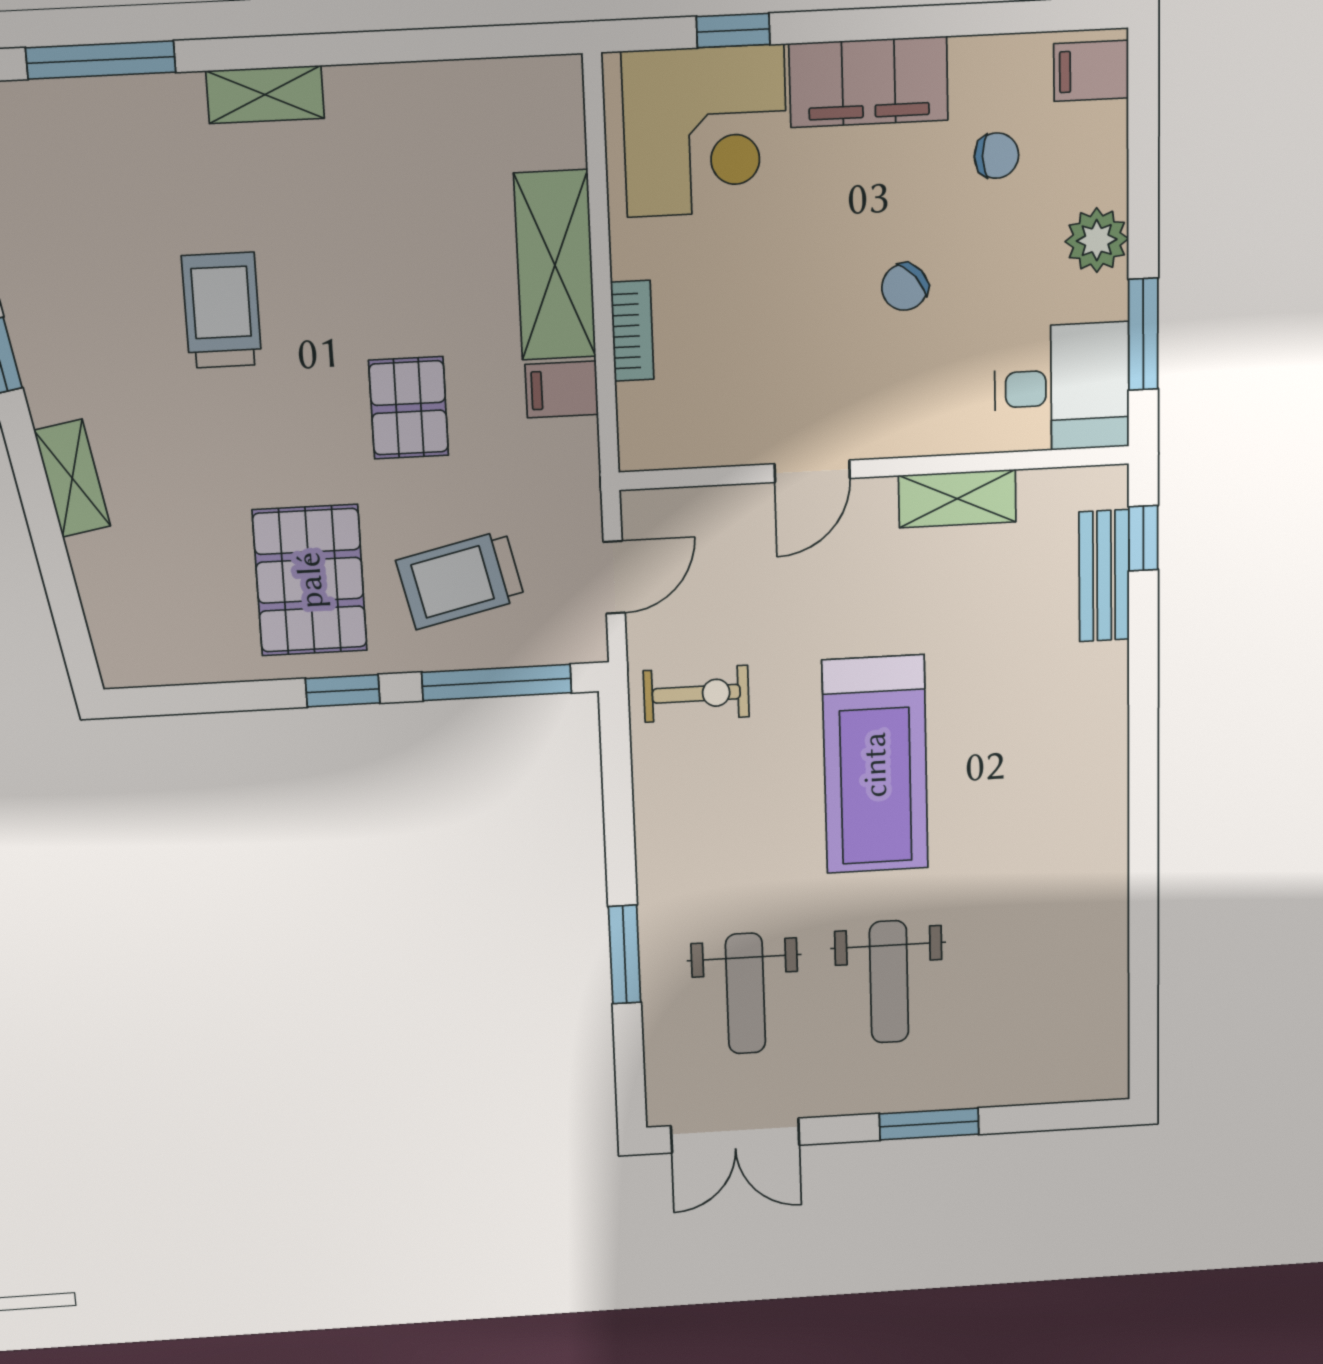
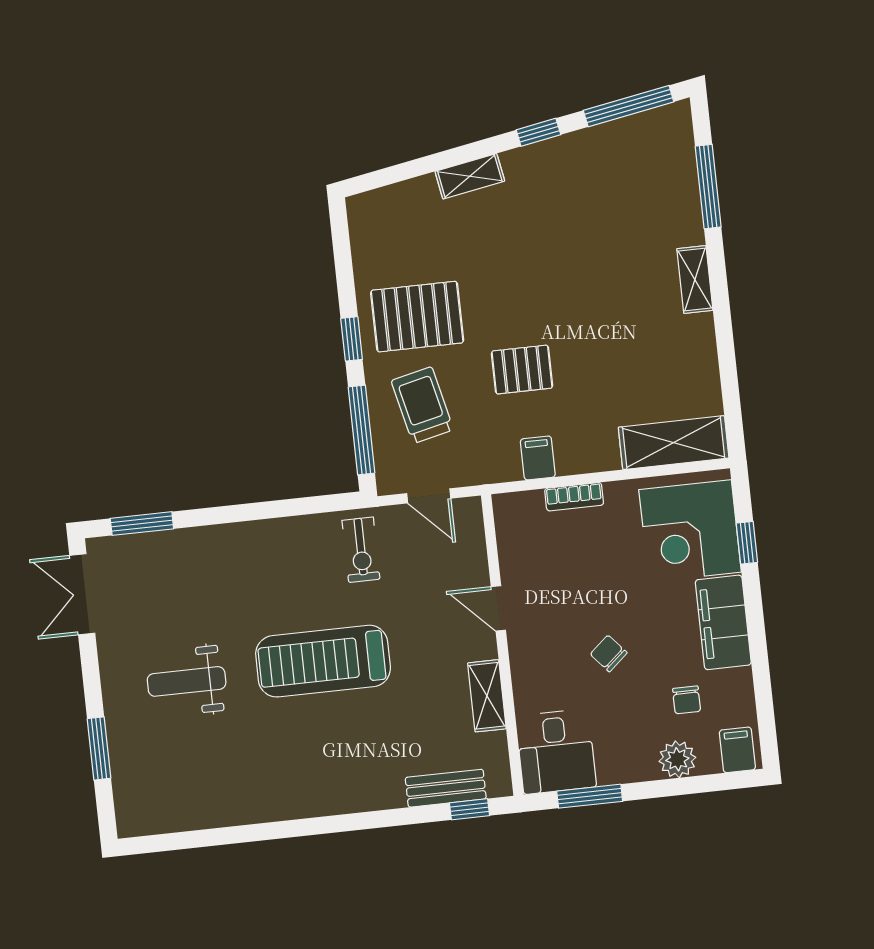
plant: (1097, 240) -> (677, 759), moved
shelving: (555, 265) -> (674, 443), moved
trolley: (222, 310) -> (572, 259), removed
window: (625, 955) -> (142, 524), moved
weight bench: (745, 993) -> (175, 594), removed
window: (929, 1124) -> (99, 748), moved

